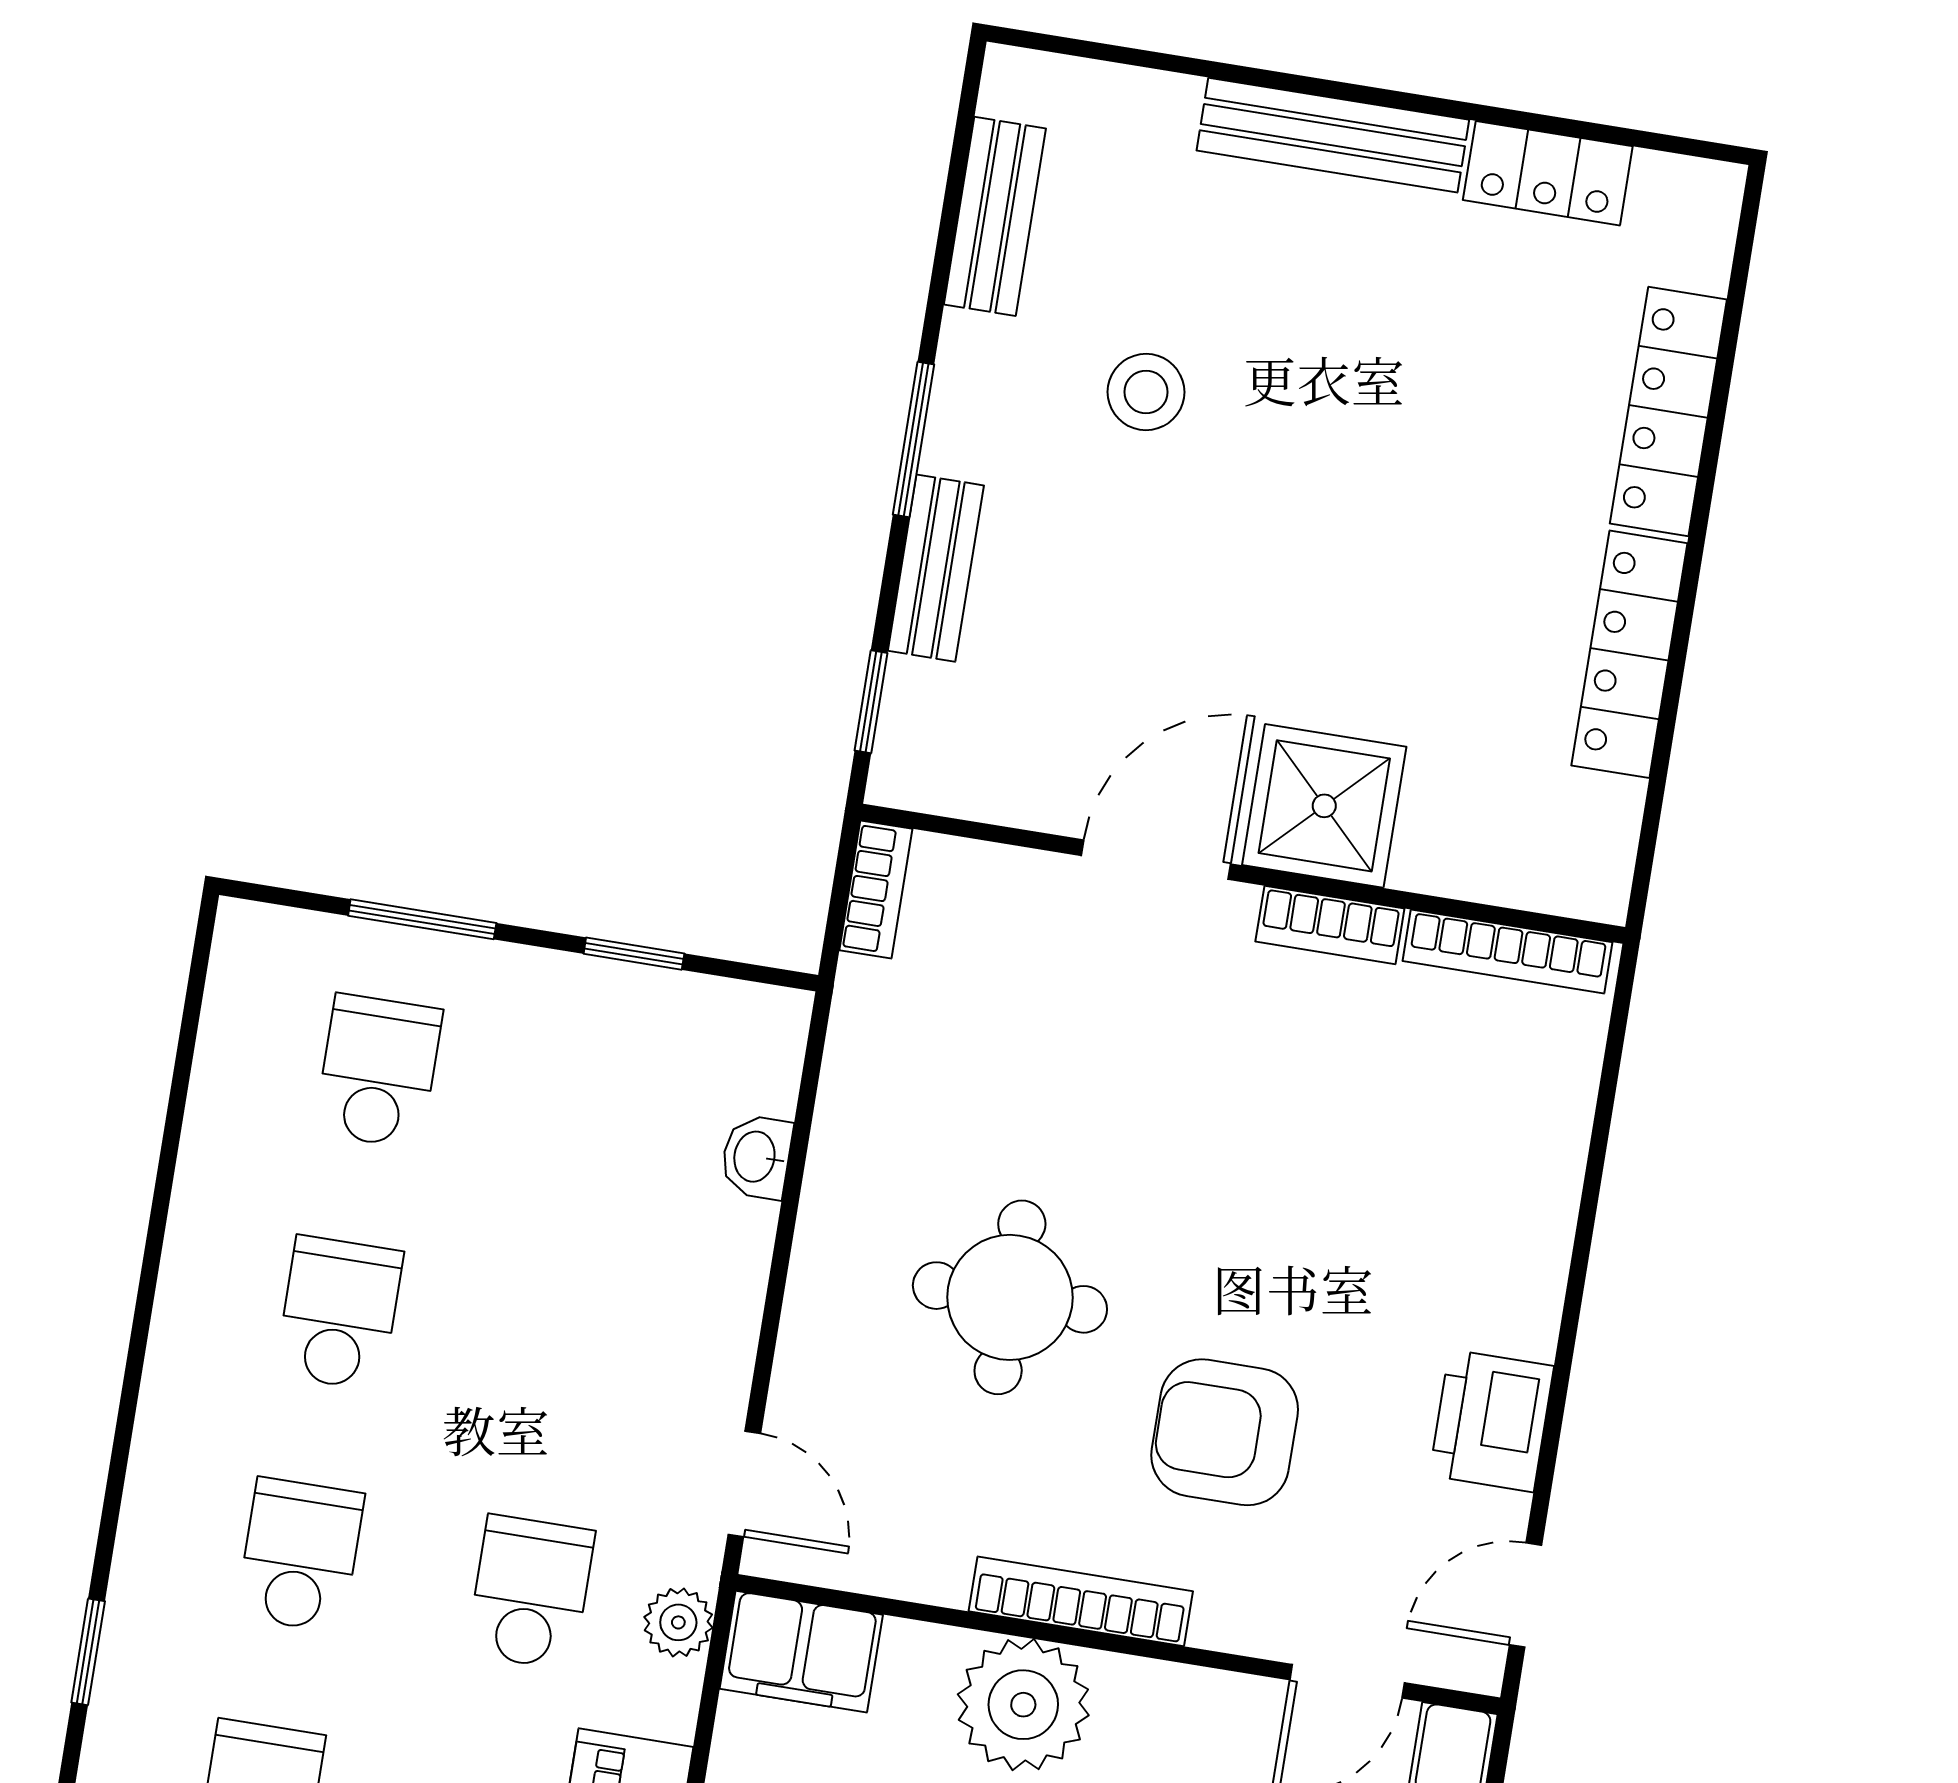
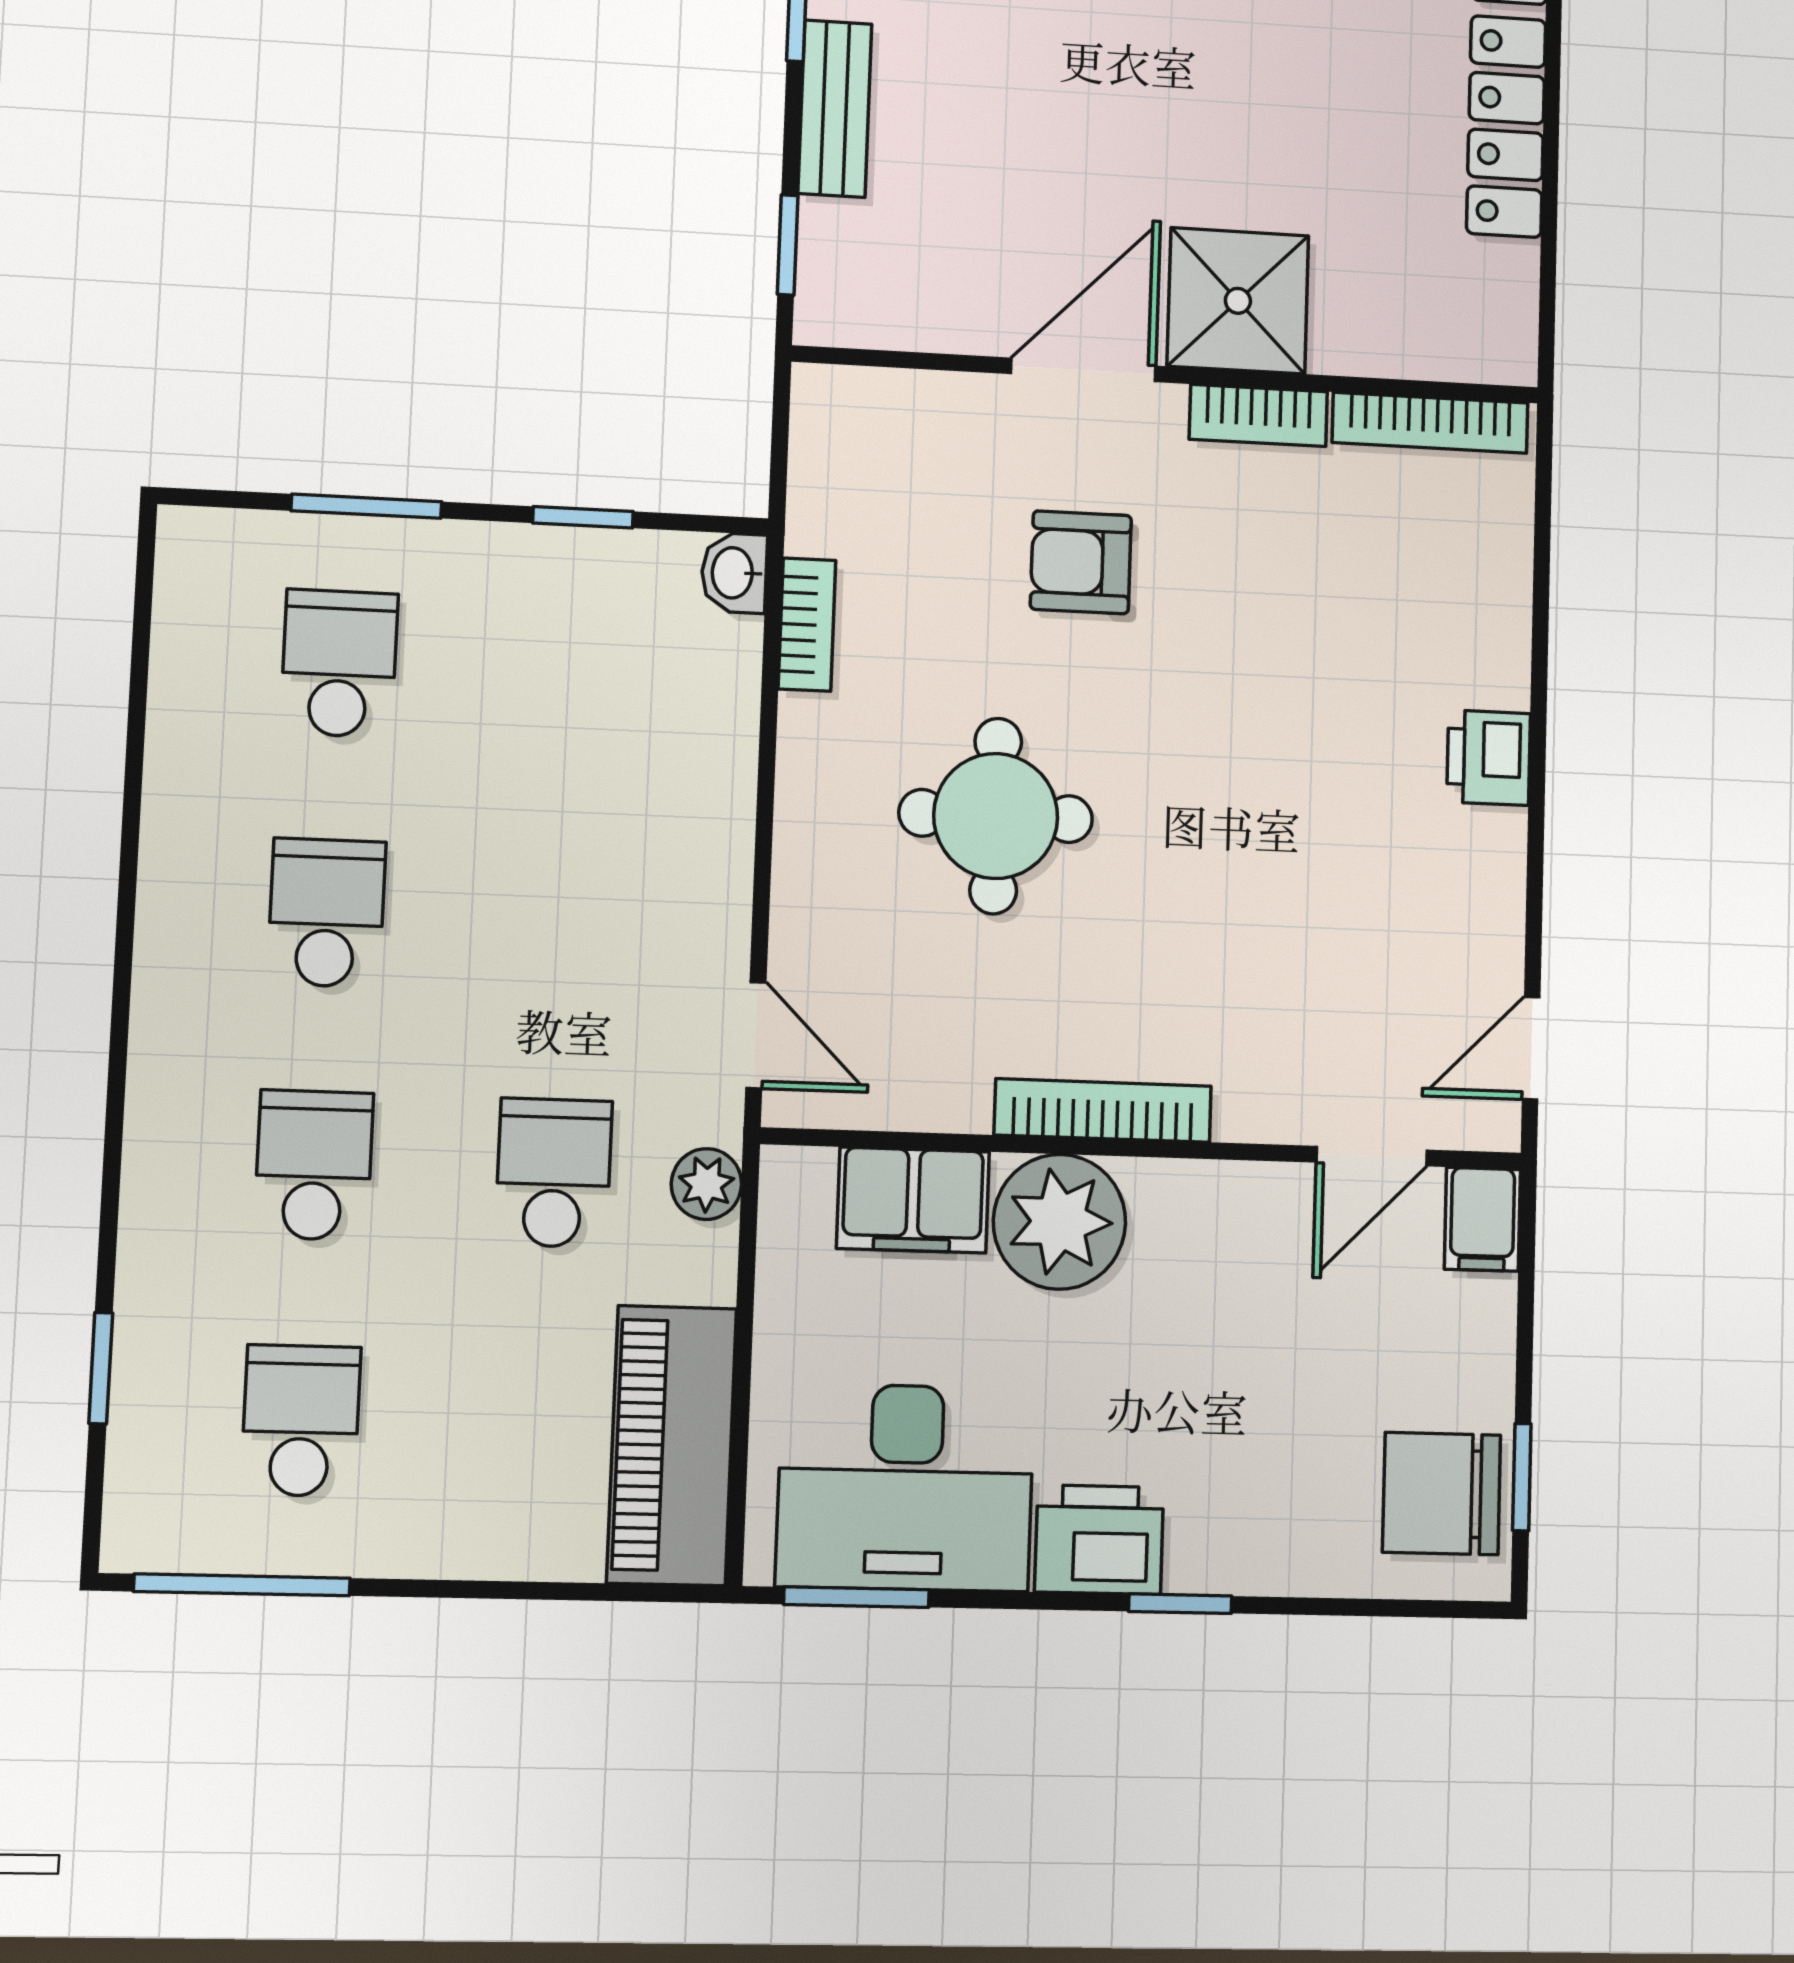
bookcase: (876, 889) -> (807, 625), moved
washbasin: (756, 1157) -> (734, 573), moved
printer: (1492, 1421) -> (1489, 758), moved, width x0.73, depth x0.81
armchair: (1225, 1432) -> (1081, 562), moved, width x0.72, depth x0.72
window: (88, 1652) -> (101, 1368), moved
filing cabinet: (801, 1652) -> (913, 1200), moved

